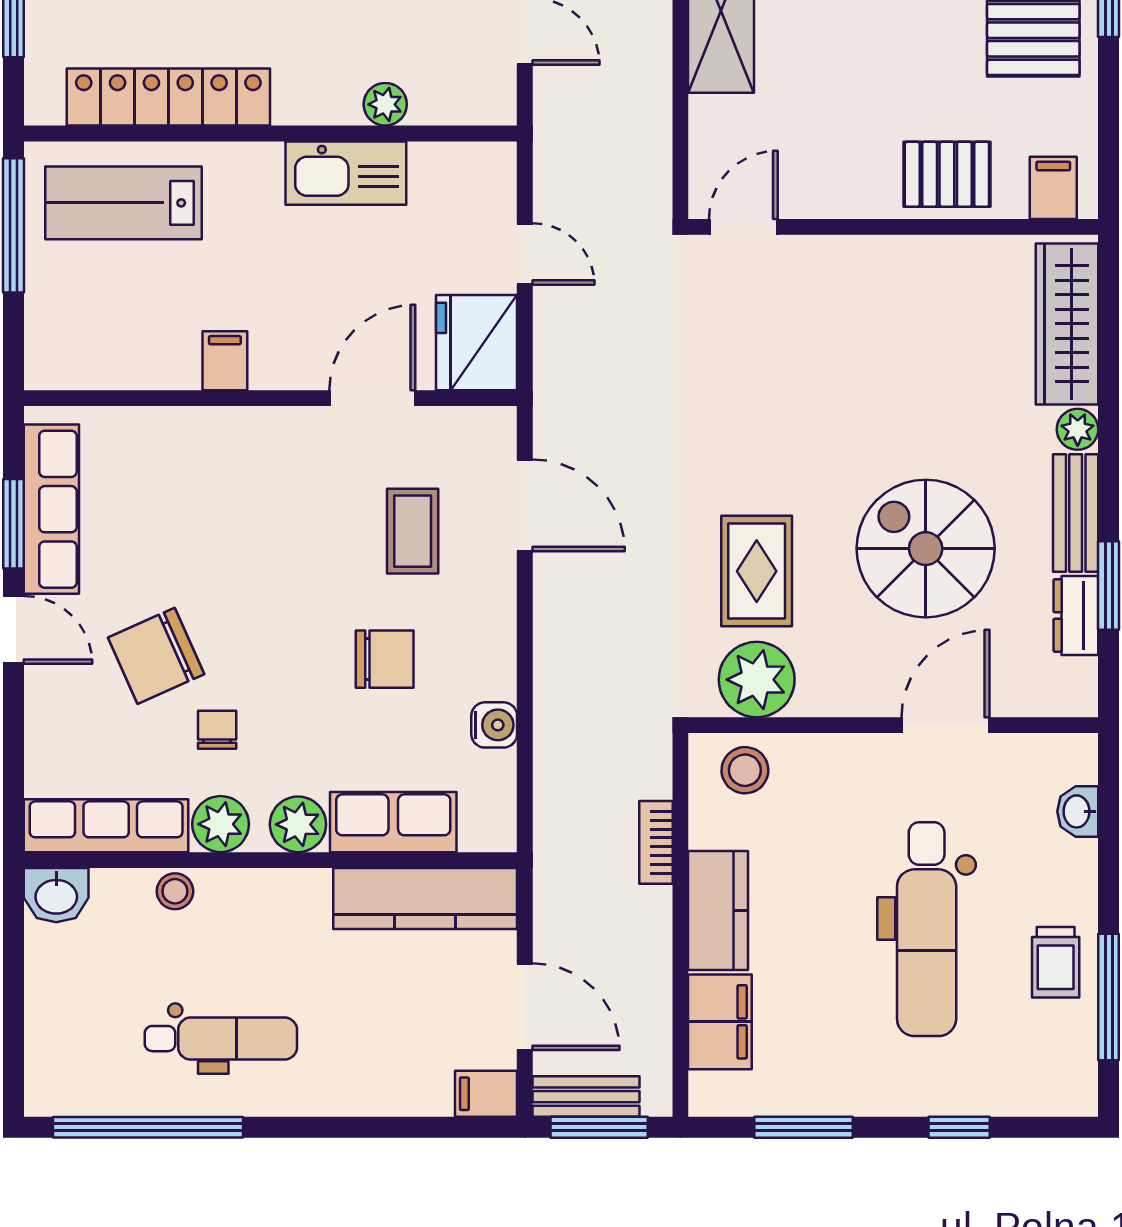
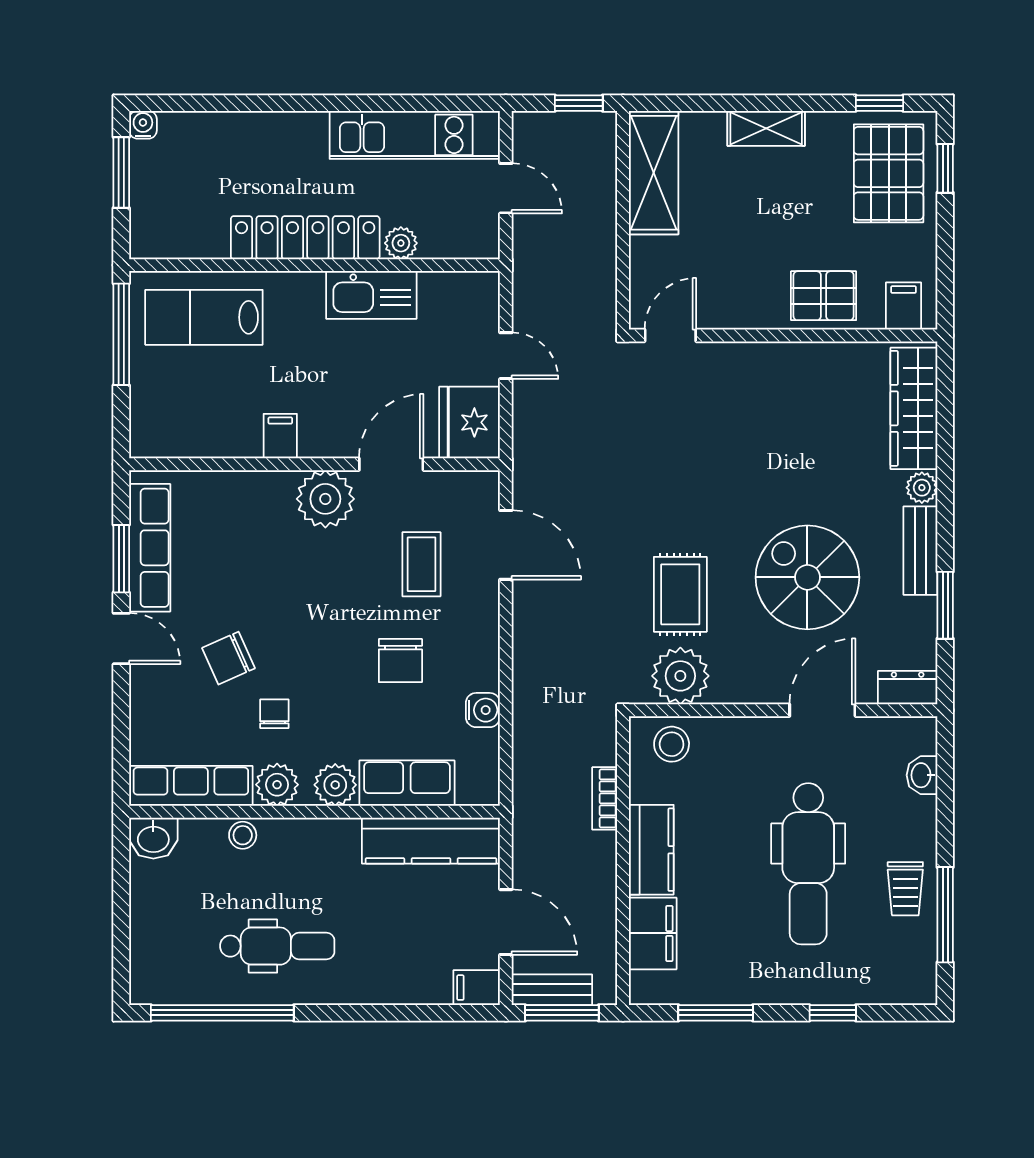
locker: (168, 97) -> (305, 238), moved
plant: (285, 444) -> (325, 499), added
dresser: (1076, 616) -> (908, 688), moved, turned 90
chair: (156, 656) -> (229, 658), width x0.73, depth x0.73
chair: (385, 659) -> (400, 661), turned 90

